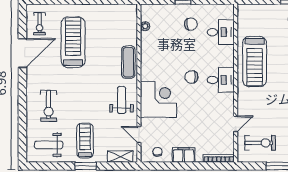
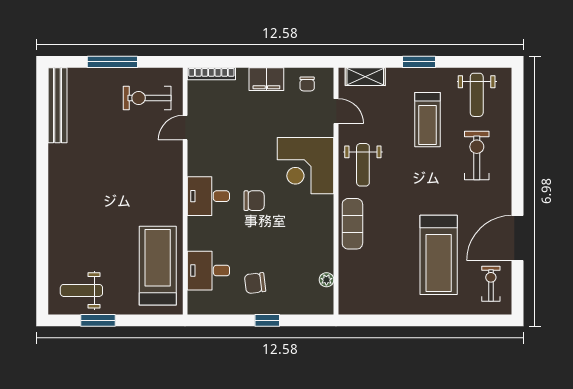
treadmill: (255, 61) -> (158, 266), moved
treadmill: (85, 141) -> (427, 120), moved
weight bench: (49, 145) -> (477, 95), turned 90

